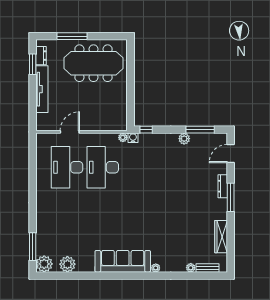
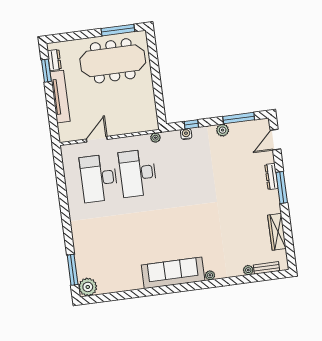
window: (72, 36) -> (118, 30), moved
window: (146, 130) -> (191, 124), moved
water cooler: (133, 138) -> (186, 134), moved
plant: (67, 264) -> (113, 284), removed

